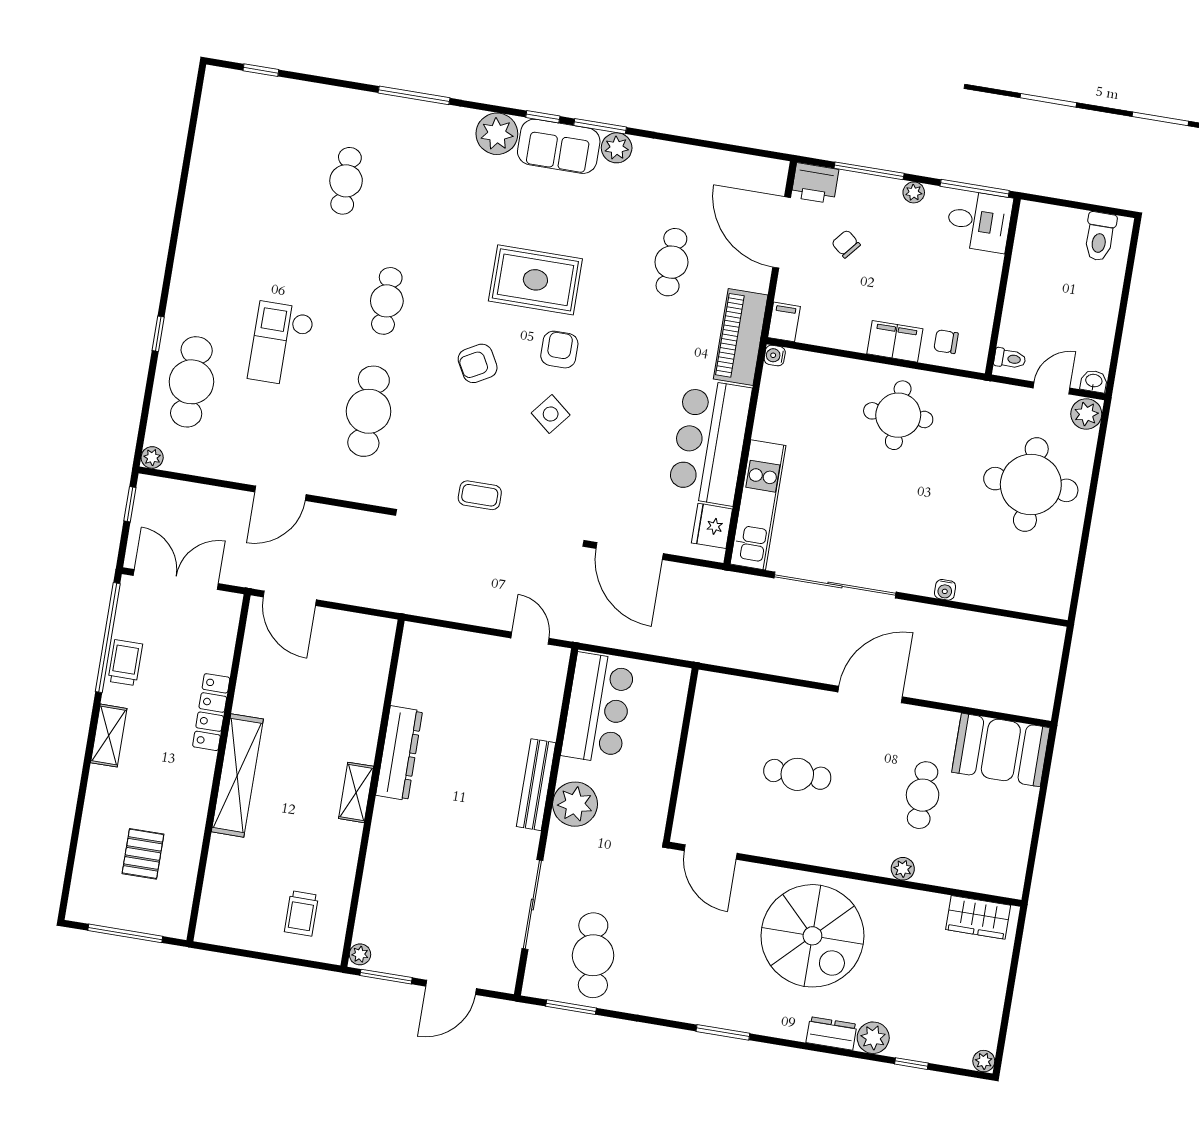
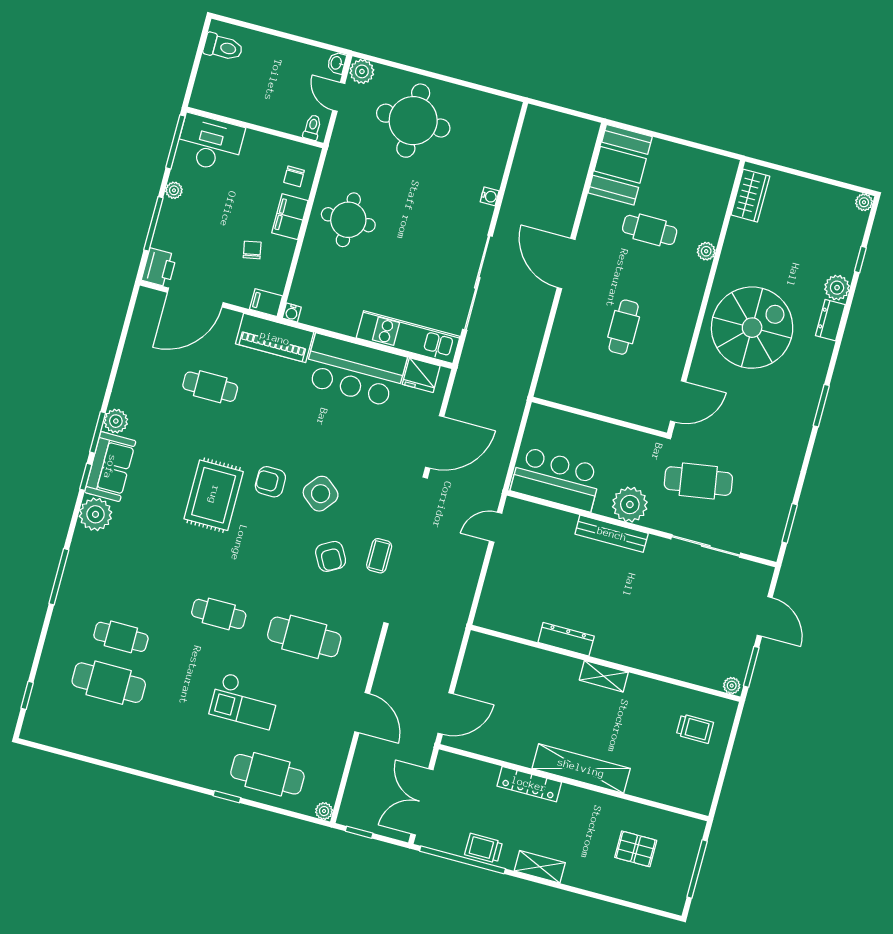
cafe table: (287, 171) -> (109, 683), added
desk: (979, 221) -> (210, 143), width x1.37
chair: (846, 244) -> (252, 250), moved, turned 129
armchair: (478, 363) -> (331, 556), moved
side table: (551, 414) -> (321, 494), width x1.37, depth x1.37
dresser: (399, 753) -> (566, 639), width x0.73, depth x0.80
cafe table: (593, 955) -> (698, 481), moved

